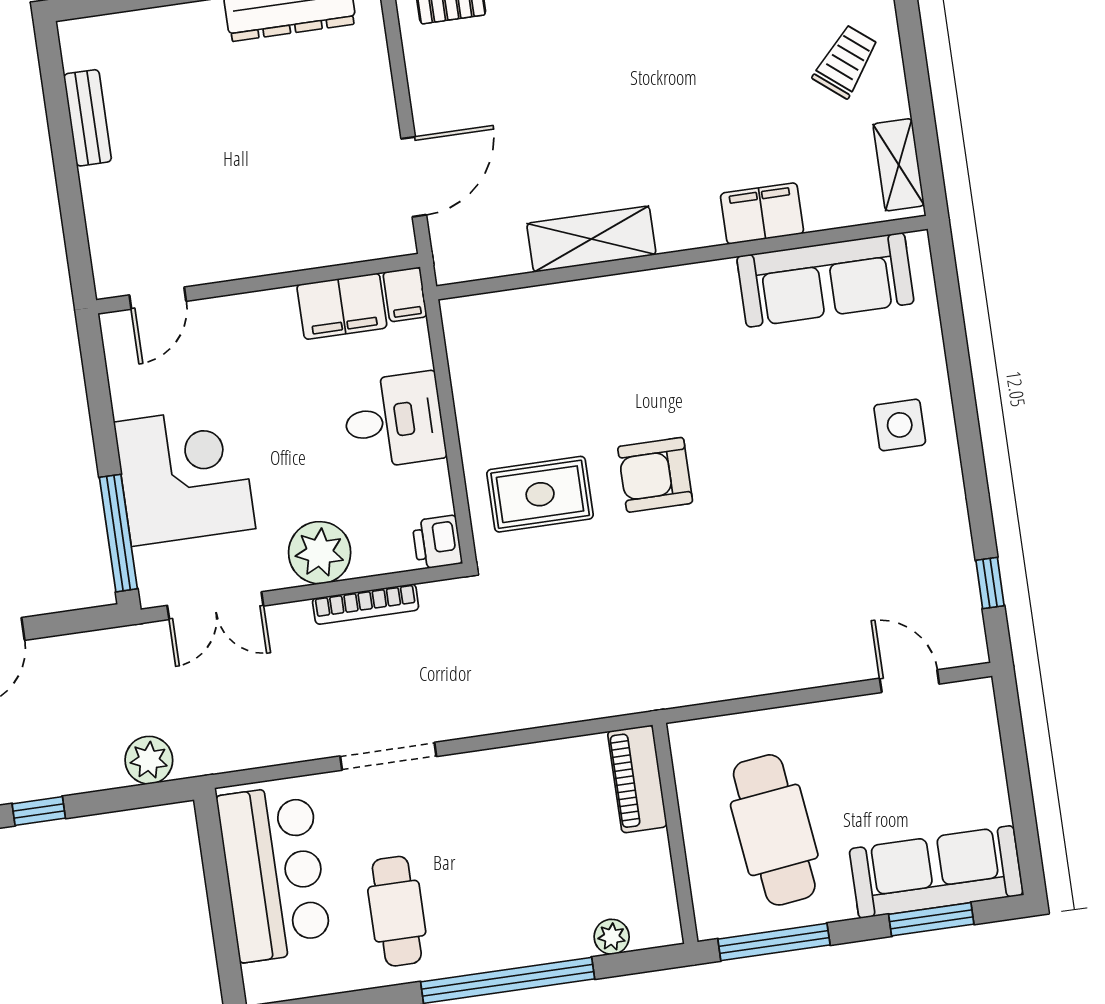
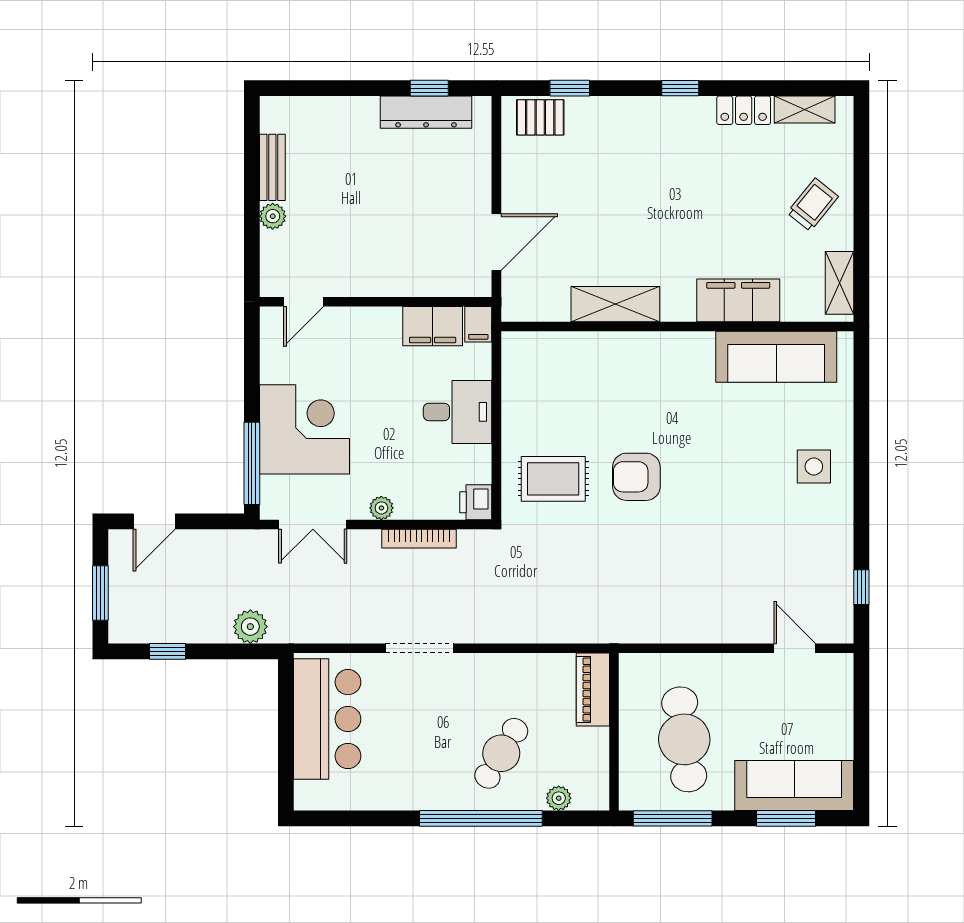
plant: (98, 186) -> (273, 216), added
filing cabinet: (762, 213) -> (738, 300), width x1.50, depth x1.17
plant: (320, 553) -> (381, 508), width x0.53, depth x0.53
cafe table: (397, 911) -> (501, 753), moved, turned 31

